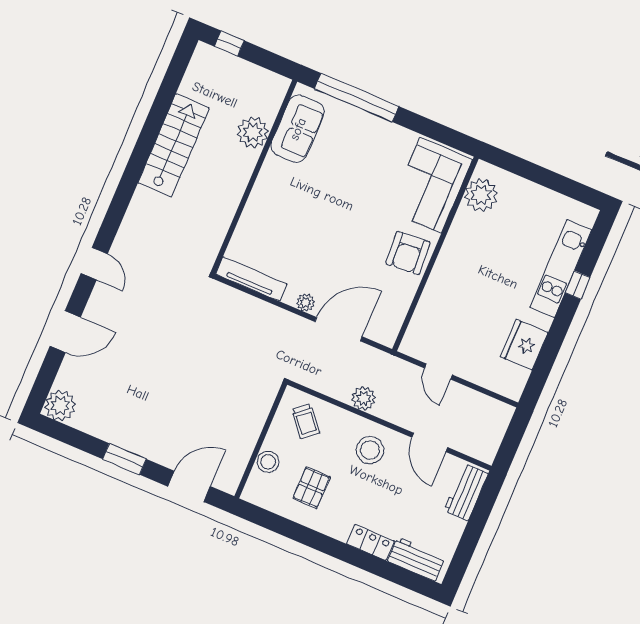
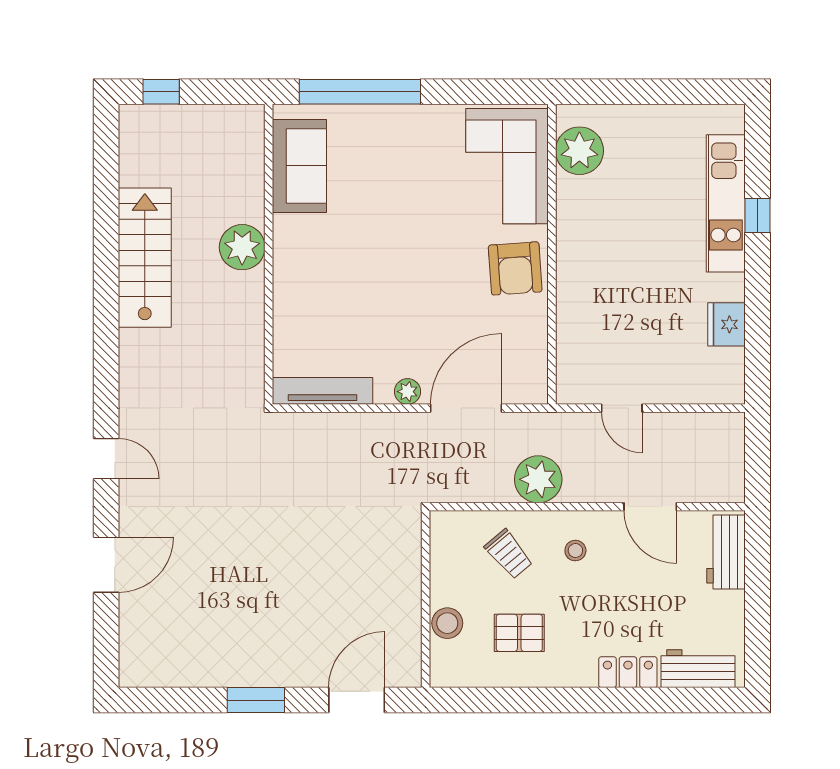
plant: (253, 132) -> (242, 247), moved
fridge: (524, 345) -> (727, 324), width x0.73, depth x0.75
plant: (364, 398) -> (538, 479), width x1.36, depth x1.36
plant: (60, 405) -> (141, 665), removed
trolley: (306, 421) -> (509, 554), moved
stool: (370, 450) -> (575, 551), width x0.53, depth x0.53
pallet: (311, 488) -> (519, 633), turned 90

